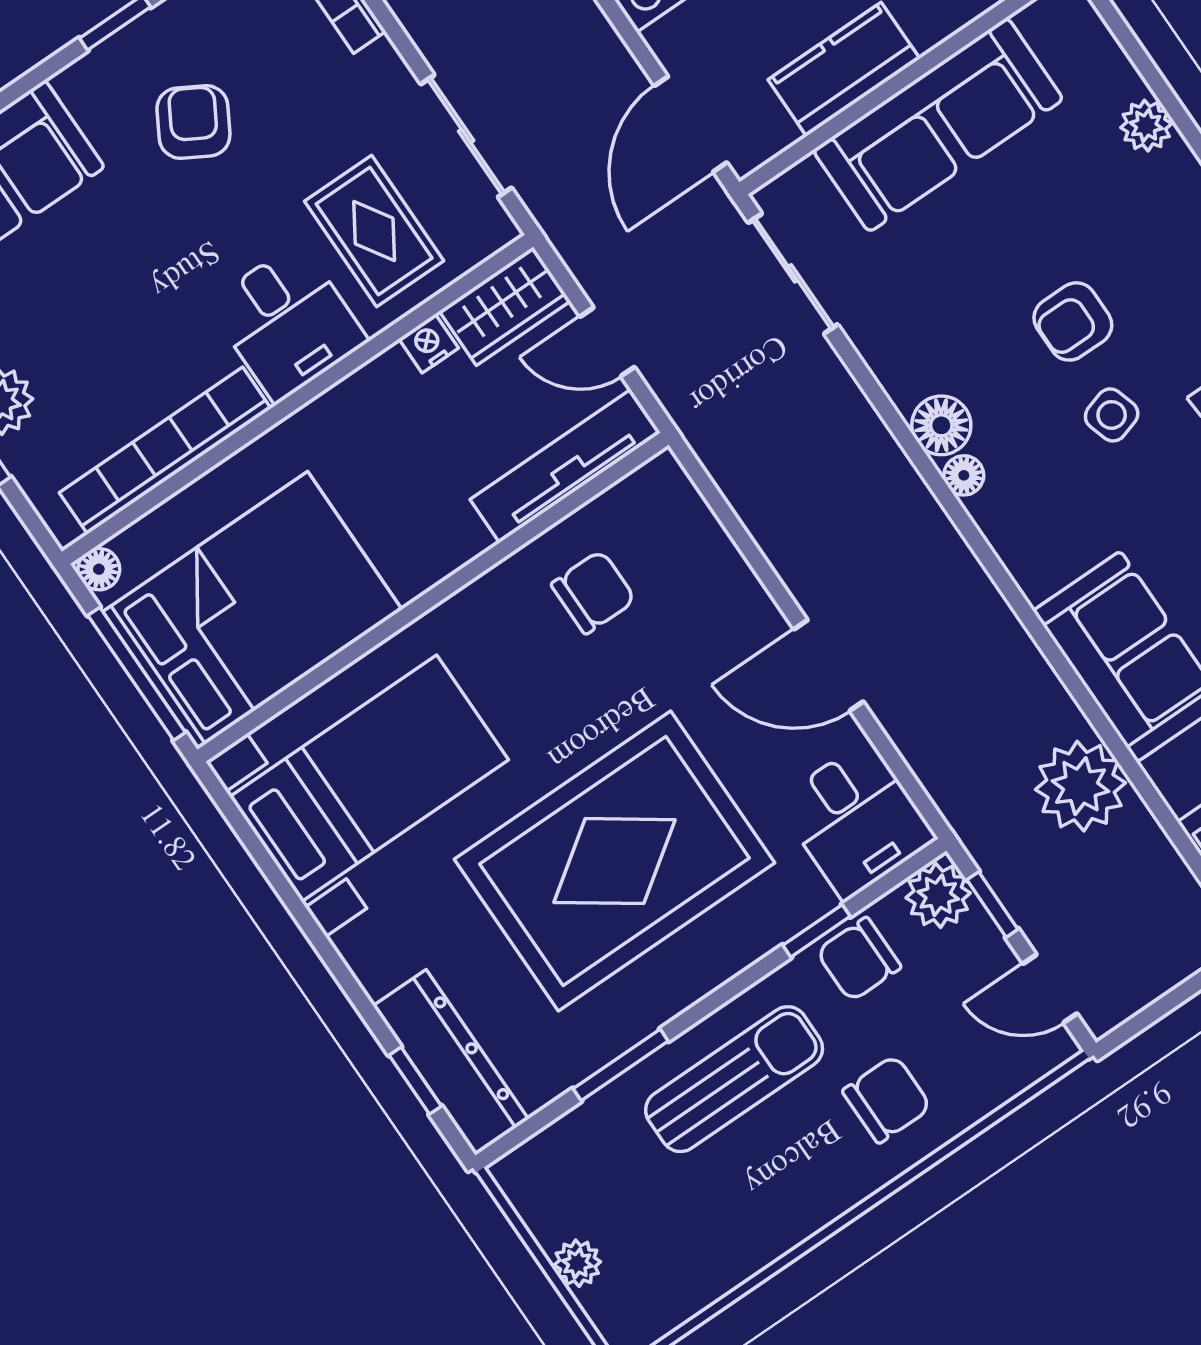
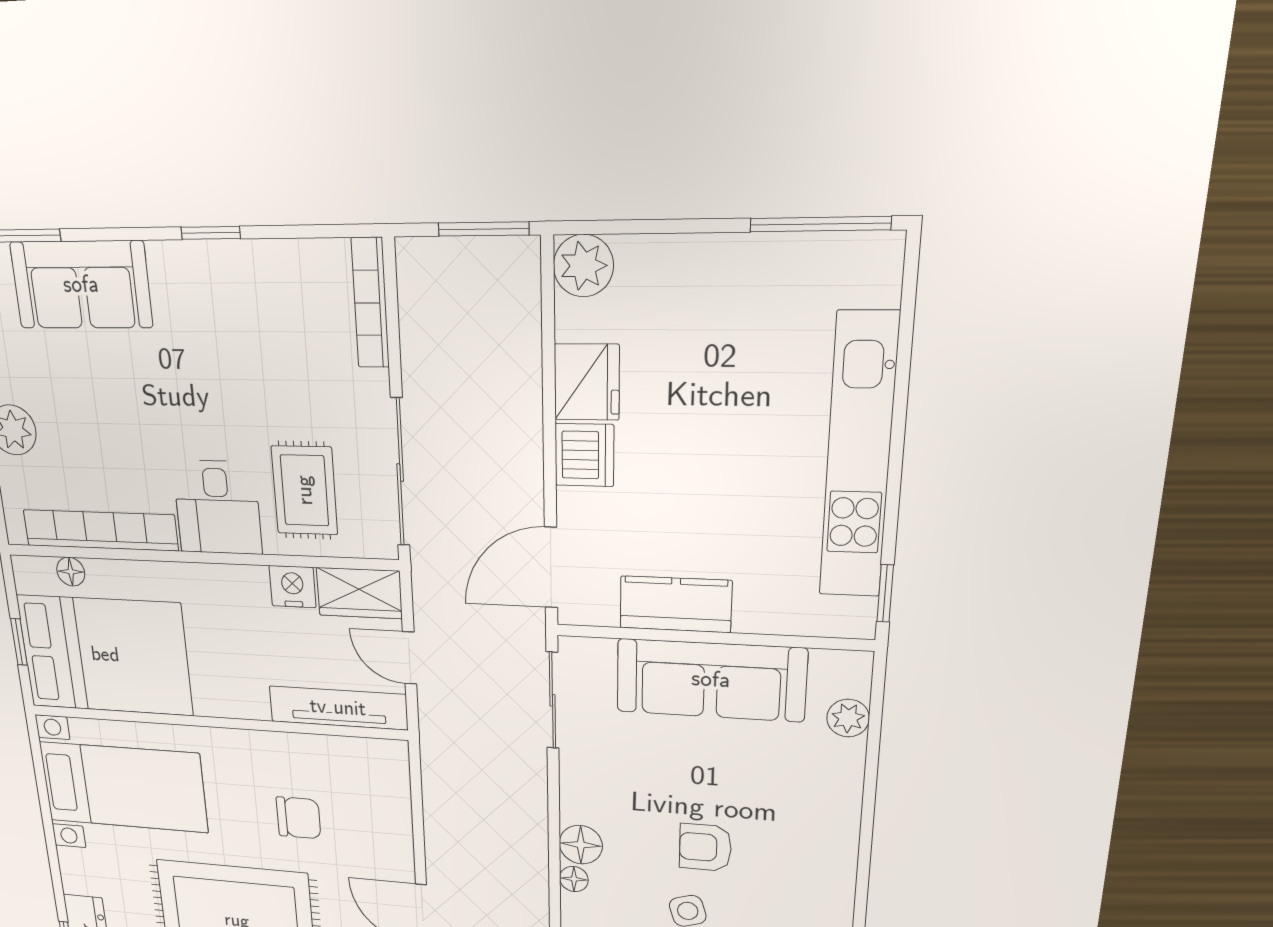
armchair: (193, 122) -> (227, 338), removed
plant: (1146, 126) -> (848, 718), moved
sliding door: (466, 136) -> (400, 473), width x1.37
nightstand: (429, 343) -> (293, 587), width x1.39, depth x1.35
floor lamp: (99, 569) -> (71, 572), moved
chair: (593, 592) -> (298, 818), moved
window: (137, 674) -> (19, 642), width x0.46

